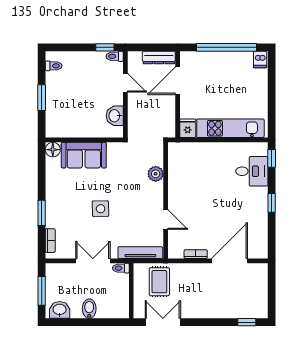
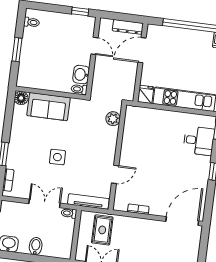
toilet: (115, 56) -> (79, 89), moved
plant: (156, 174) -> (113, 119), moved
door: (166, 220) -> (115, 174), hinge flipped
door: (229, 261) -> (182, 221), moved

